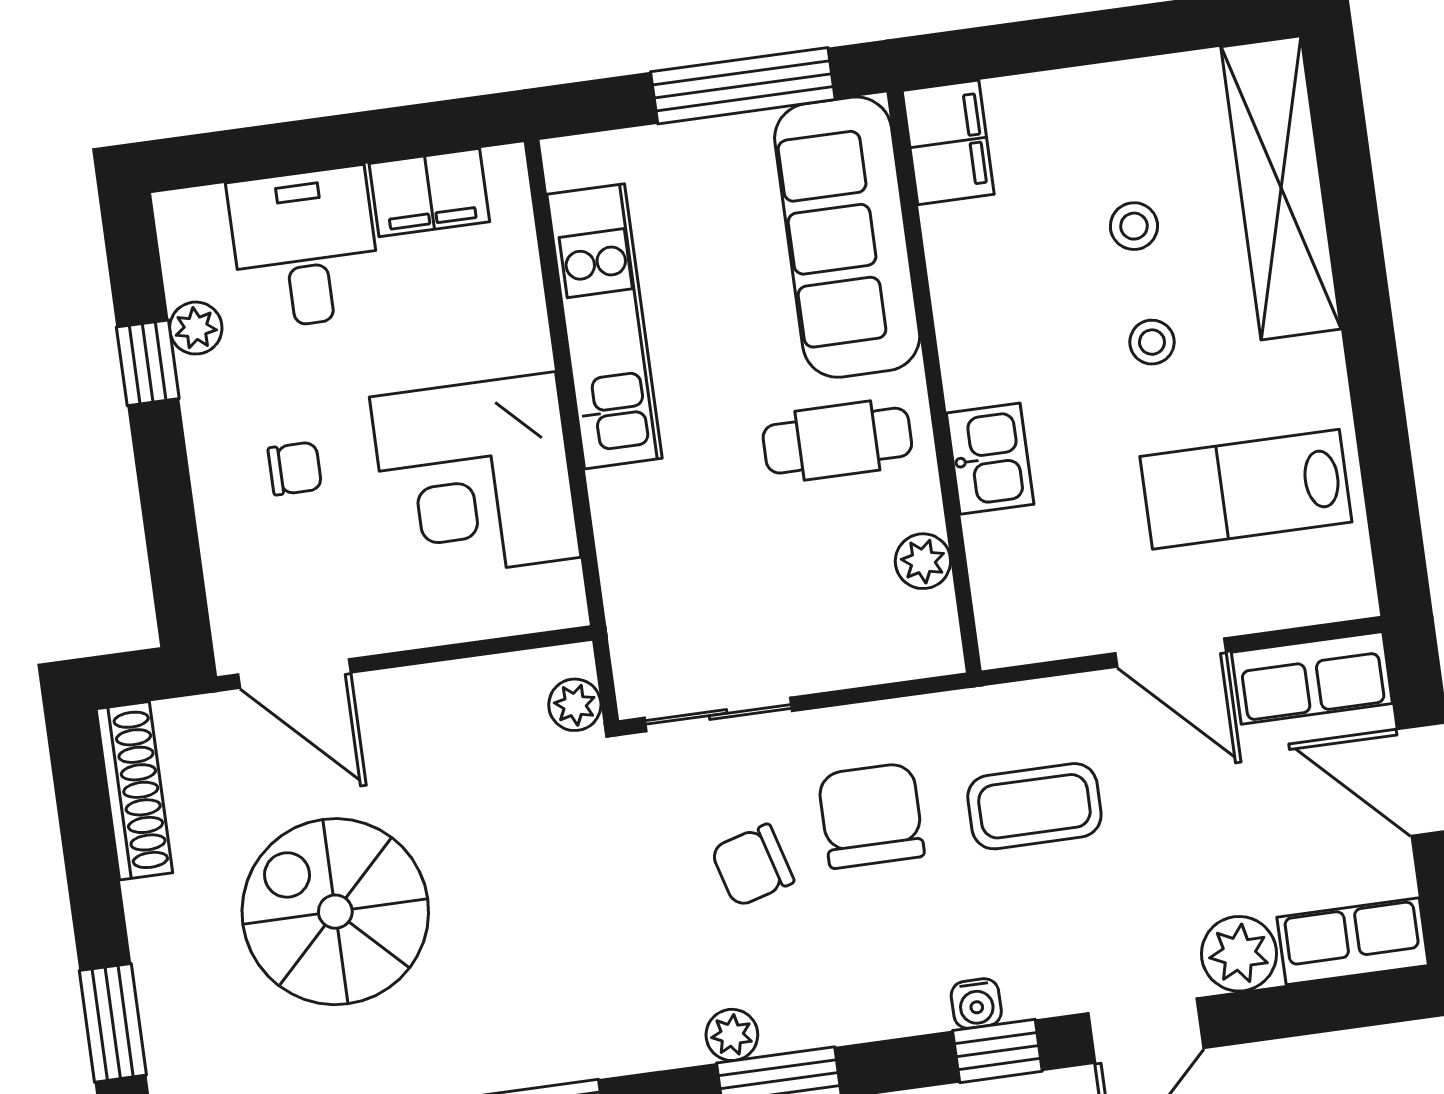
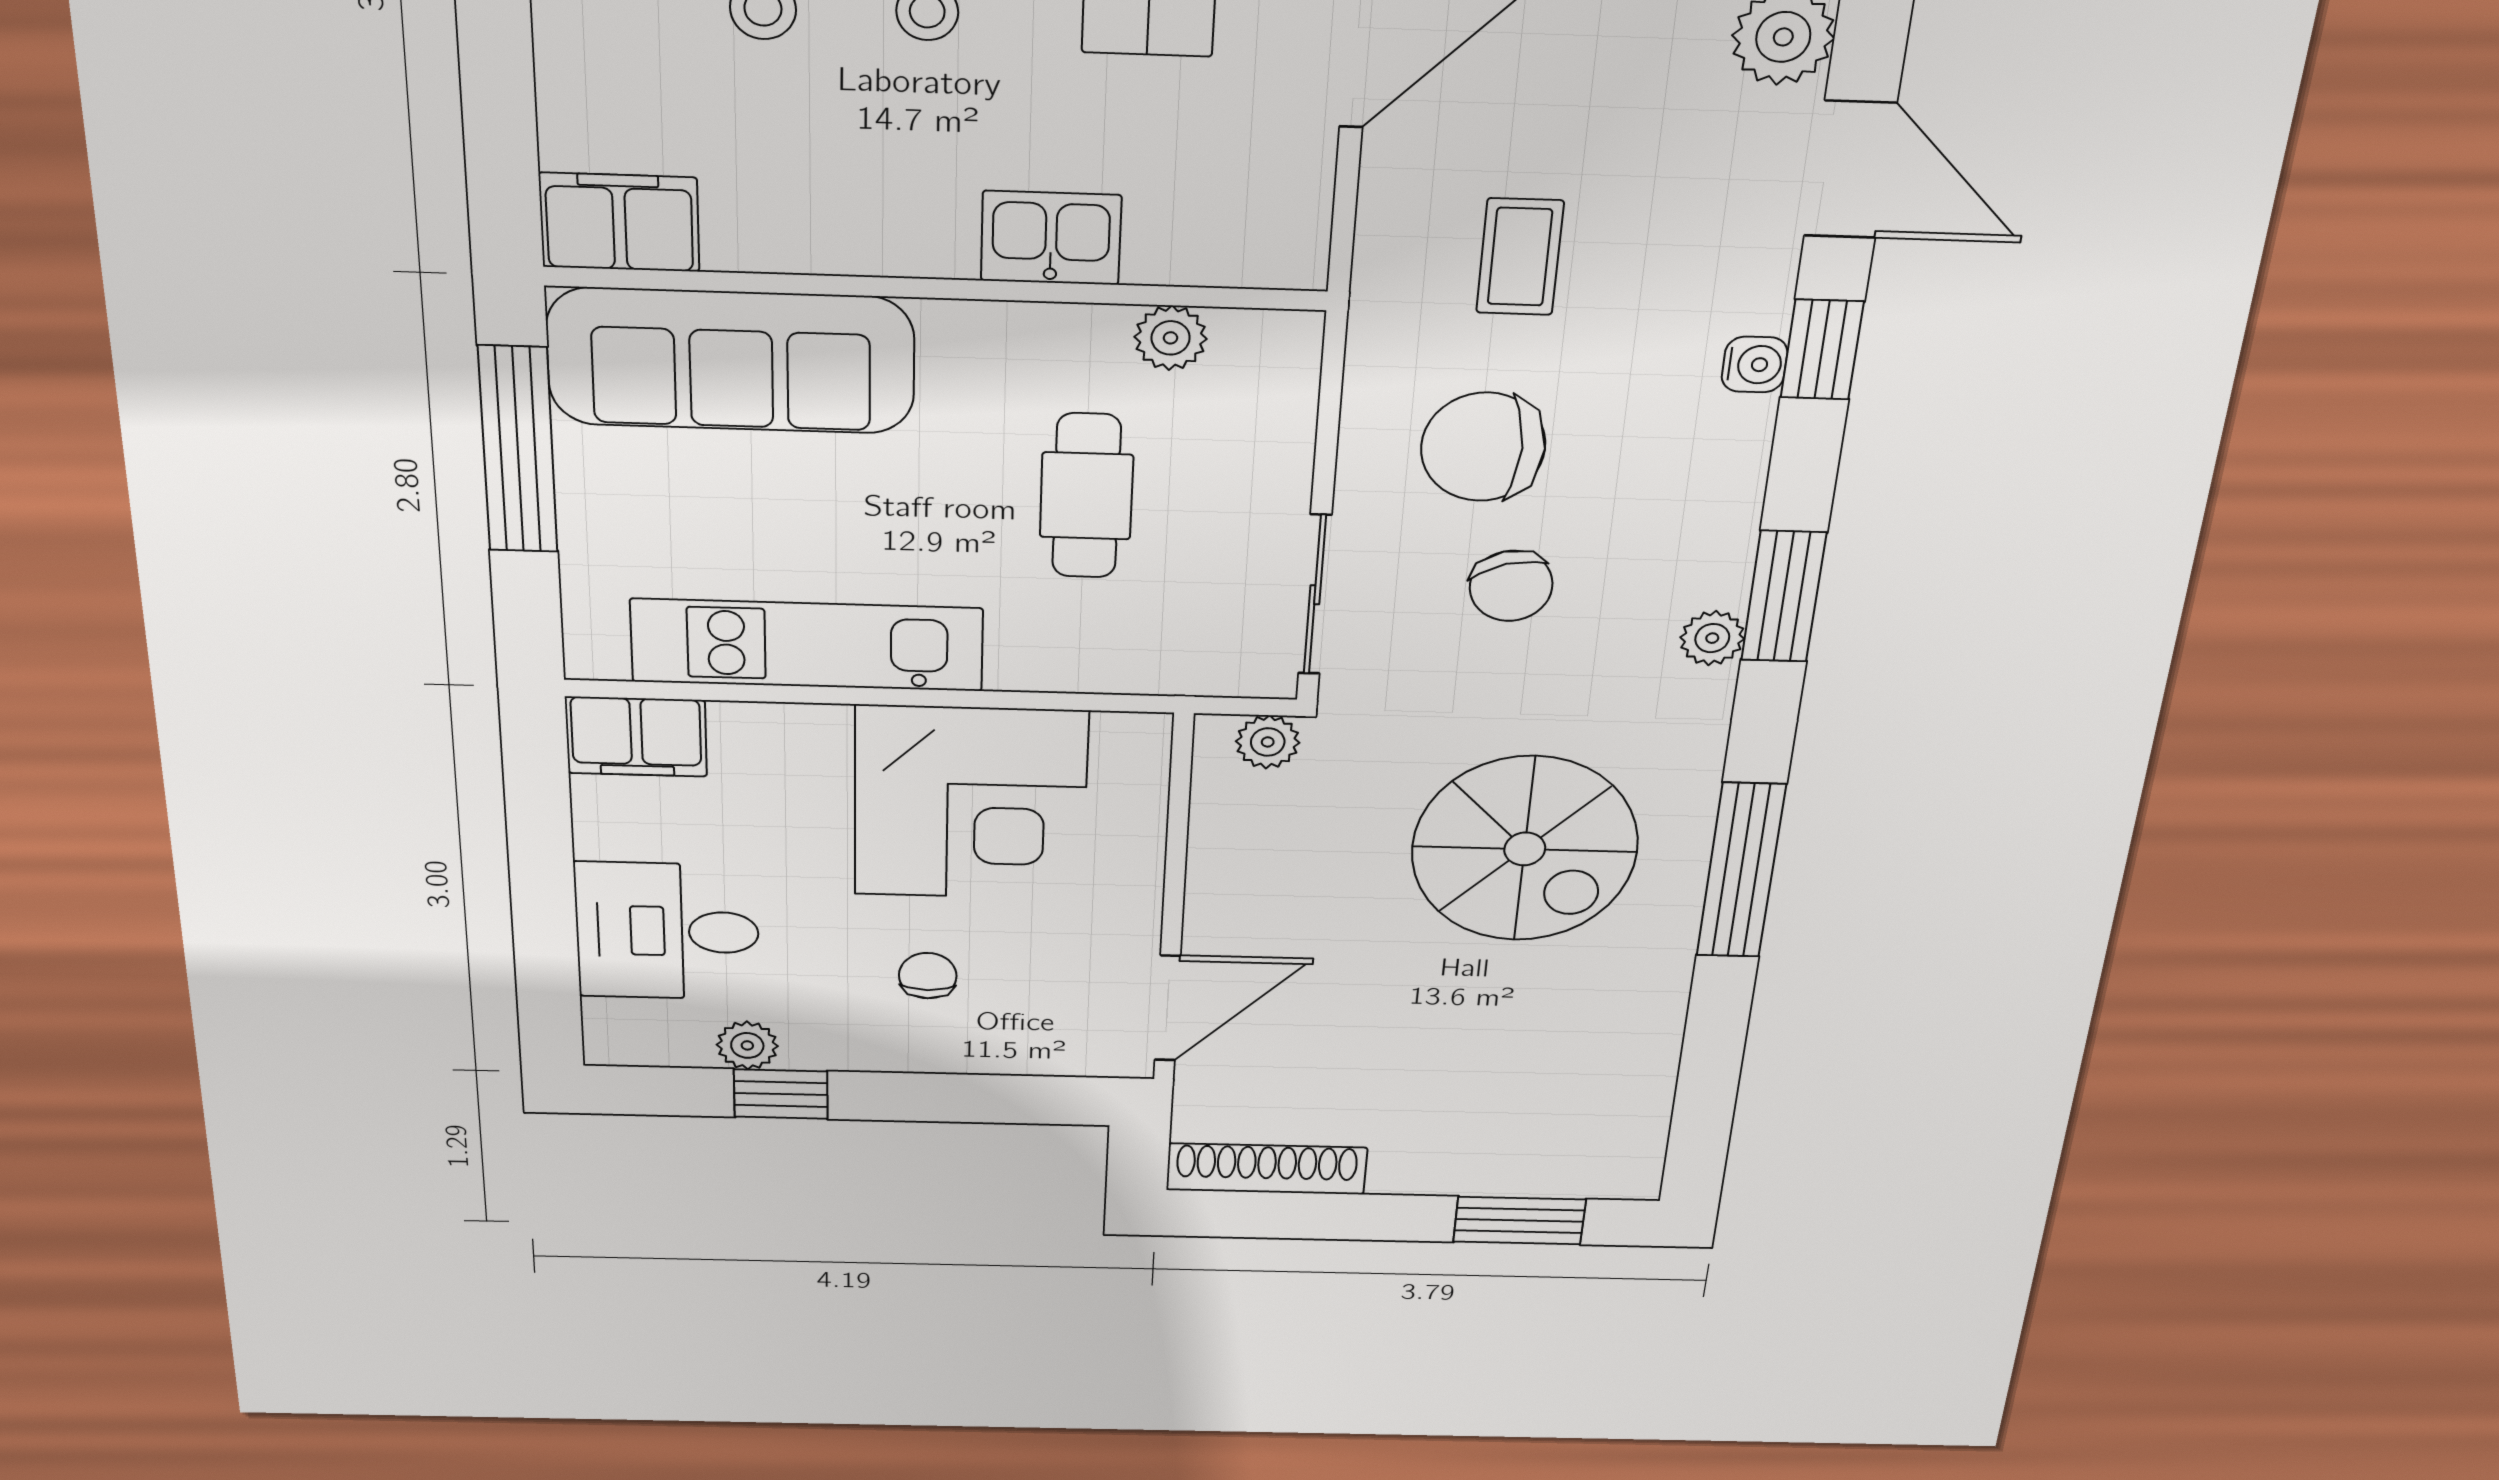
filing cabinet: (429, 193) -> (636, 737), moved, turned 90
cafe table: (837, 441) -> (1086, 496), moved
coffee table: (1034, 806) -> (1520, 257), width x0.73, depth x0.77
spiral stairs: (335, 912) -> (1525, 849), moved, turned -90

